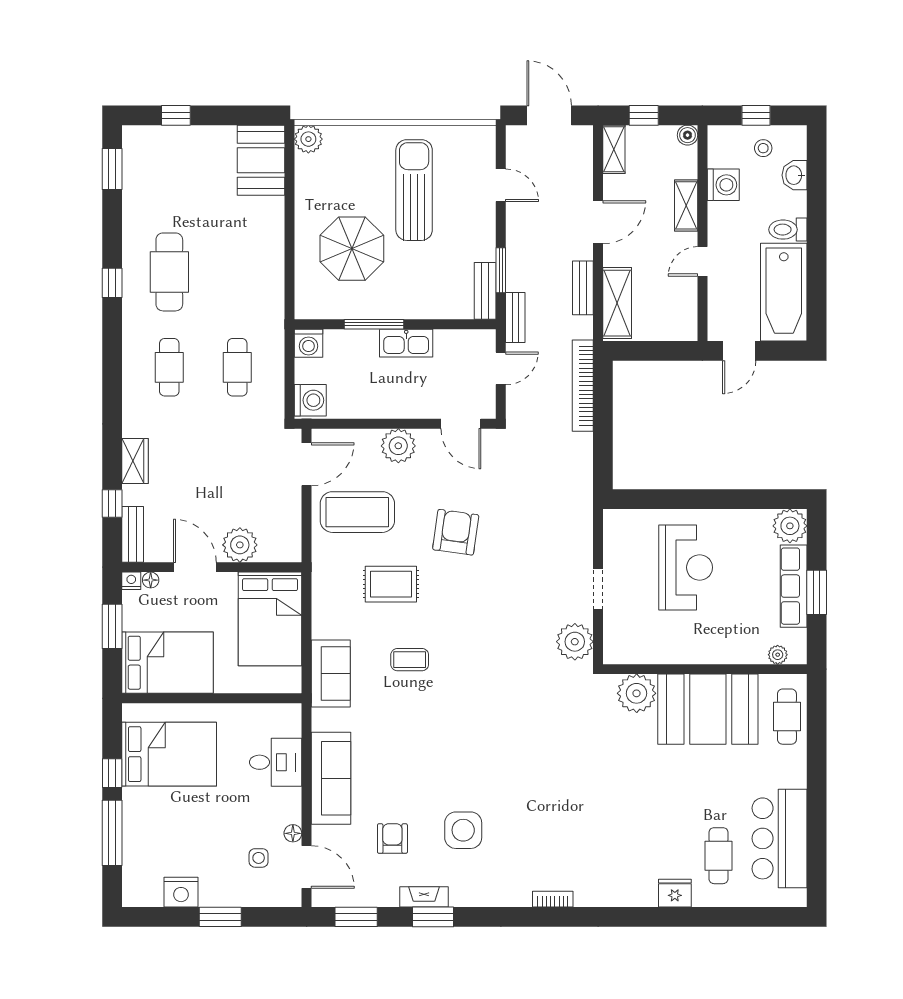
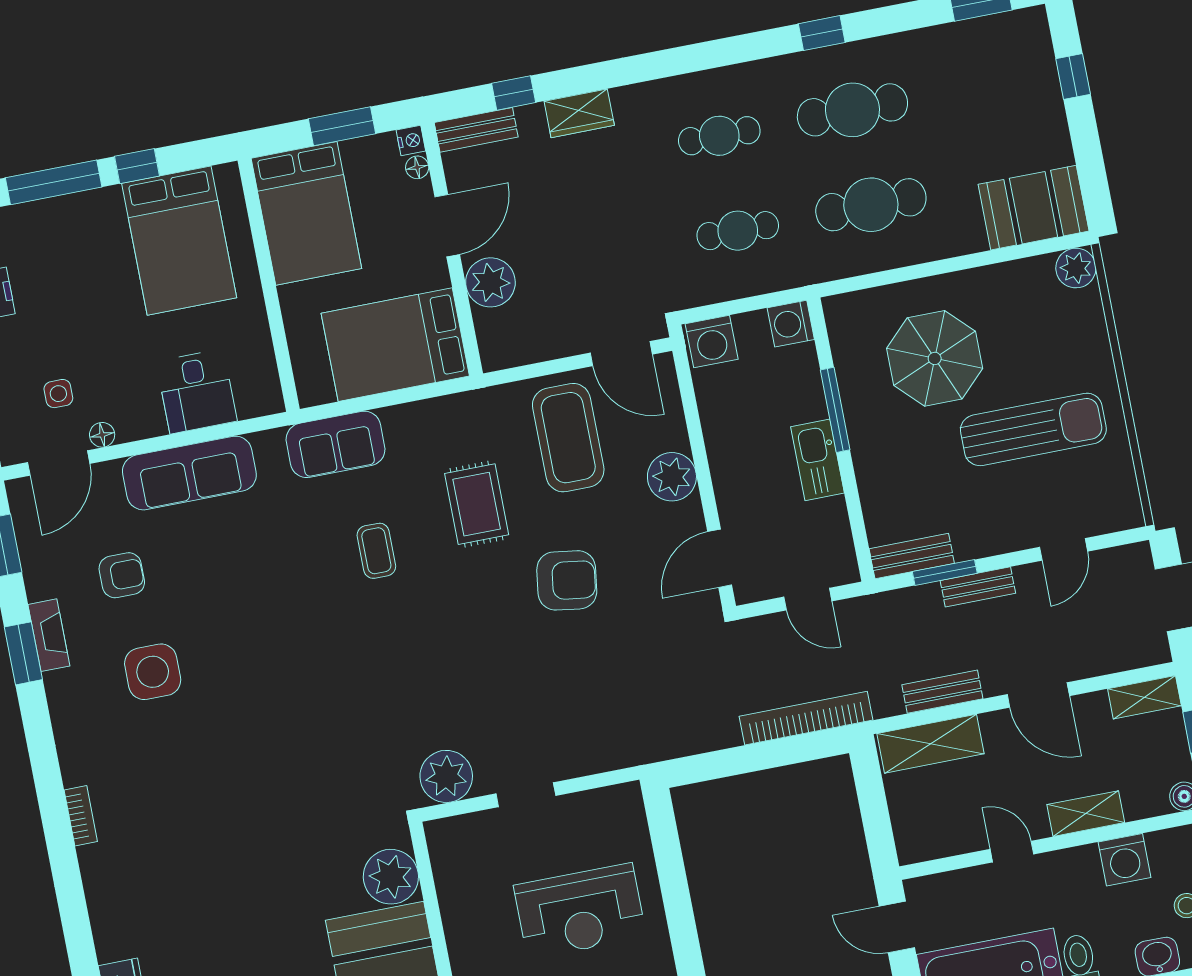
cafe table: (237, 272) -> (871, 205), added
bench: (515, 318) -> (978, 587), moved

